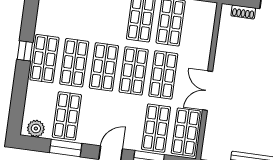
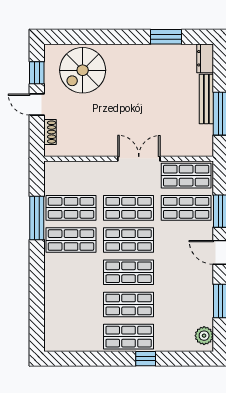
window: (25, 51) -> (146, 359), moved
double door: (207, 91) -> (139, 159), swing flipped
shop shelf: (67, 116) -> (186, 304), removed

